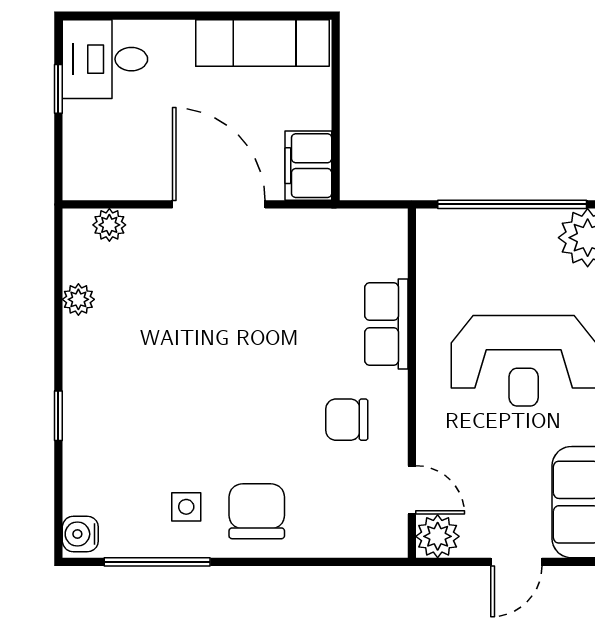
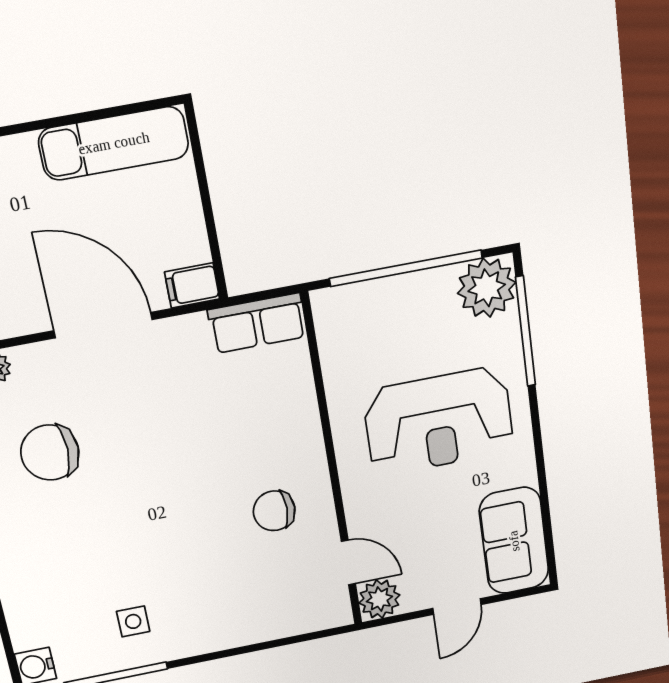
filing cabinet: (308, 166) -> (192, 285), width x0.50
row of seats: (386, 324) -> (257, 323), moved, turned -90
chair: (257, 511) -> (50, 453), moved, turned -90

